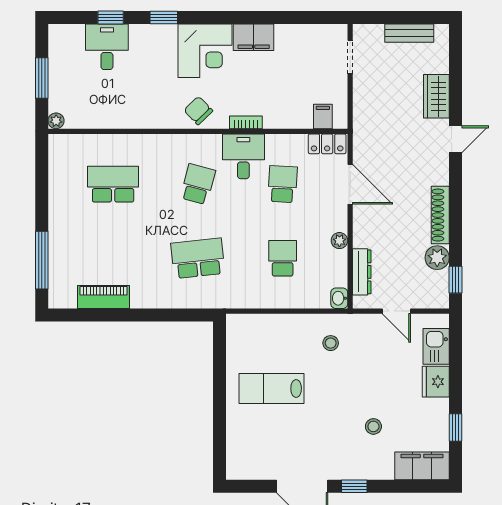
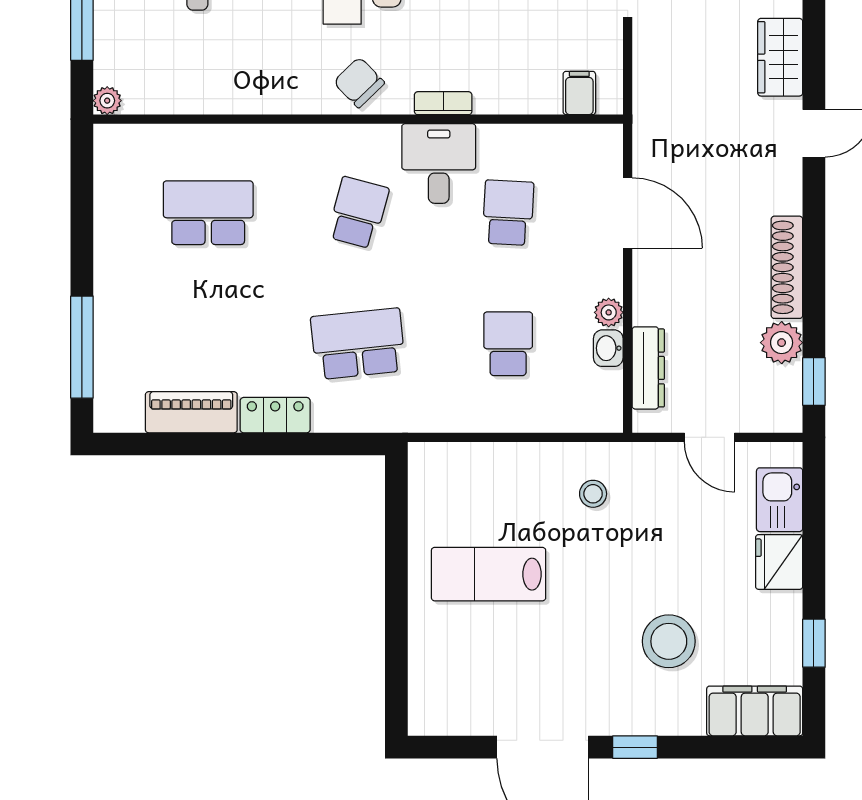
locker: (327, 144) -> (275, 415), moved, turned 180
washbasin: (339, 298) -> (608, 348), moved
stool: (373, 426) -> (669, 641), width x1.89, depth x1.89

